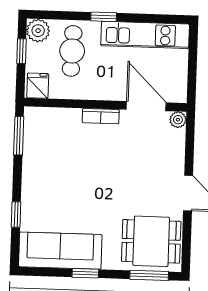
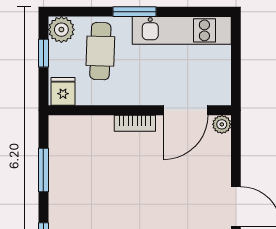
window: (104, 17) -> (134, 12), width x1.50
door: (146, 106) -> (186, 110), swing flipped
window: (19, 136) -> (43, 170), moved

